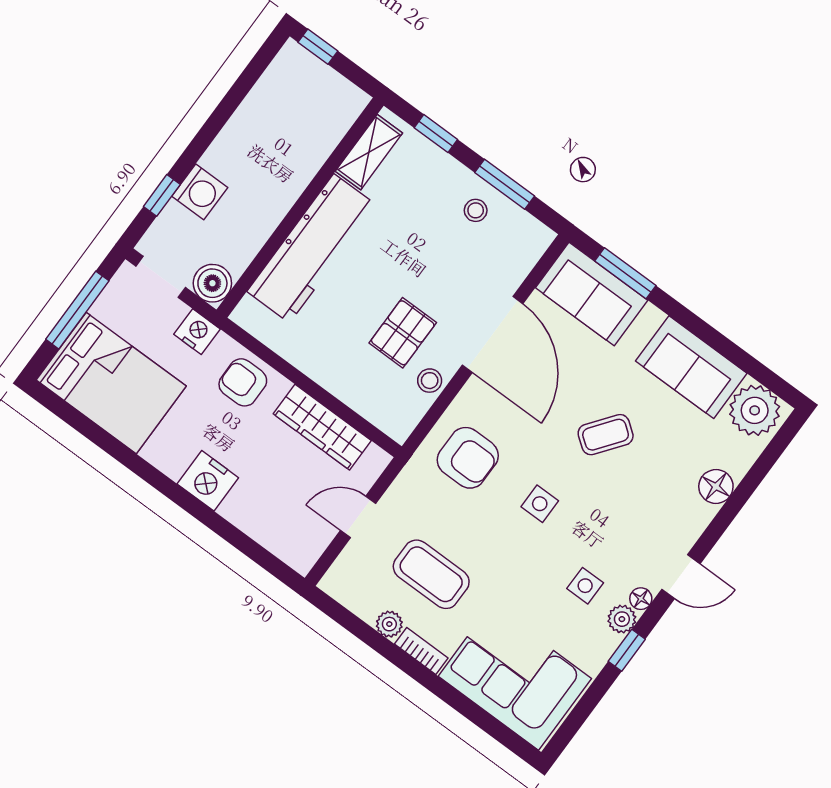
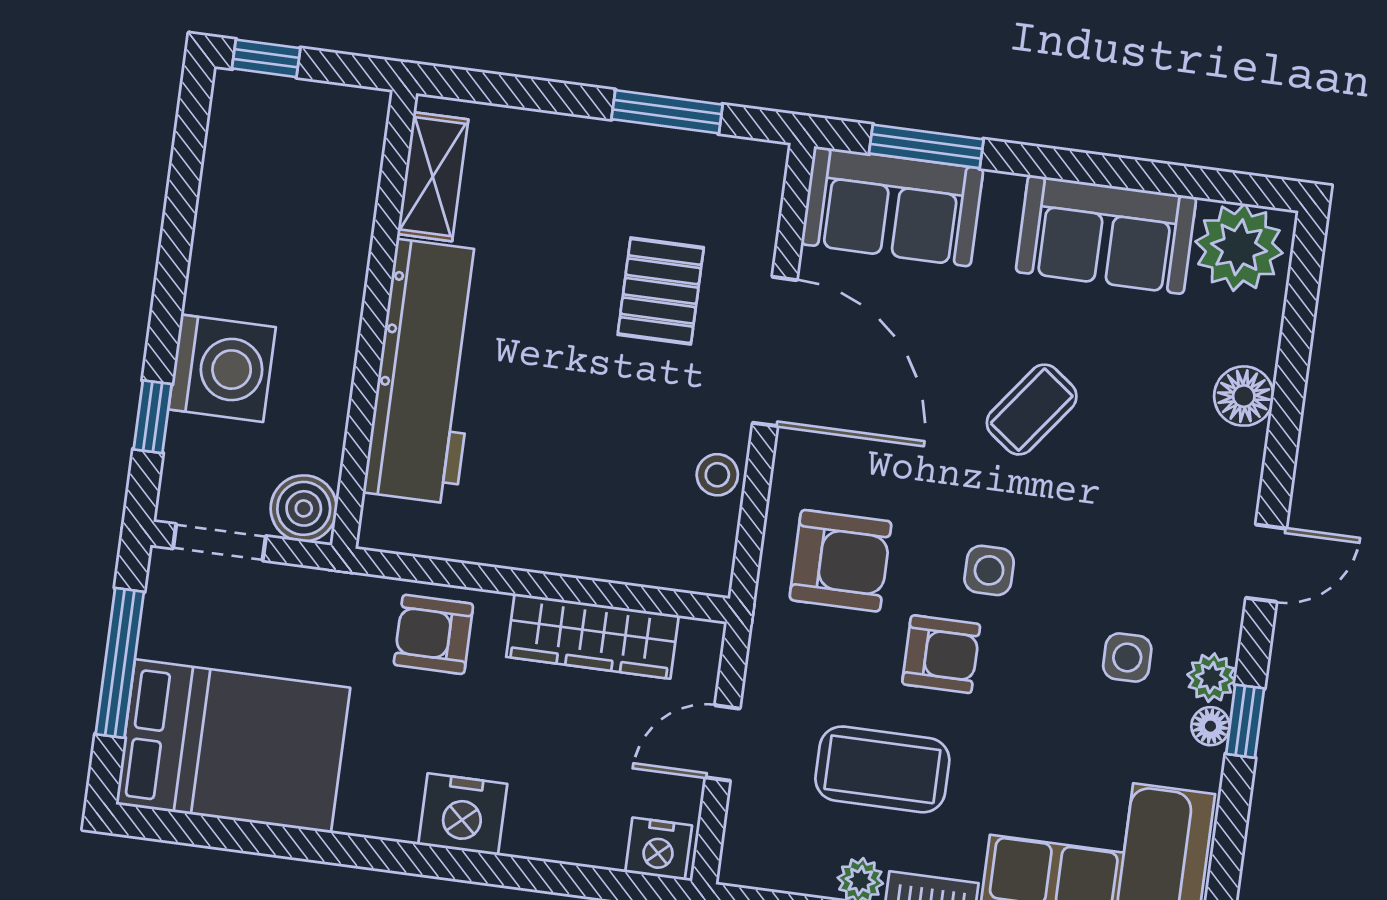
window: (436, 134) -> (519, 92), removed
washing machine: (200, 192) -> (222, 368), width x1.37, depth x1.37
stool: (476, 210) -> (645, 176), removed
nightstand: (197, 332) -> (659, 849), moved, turned 180
pallet: (403, 333) -> (661, 291), moved
armchair: (493, 533) -> (941, 654), added
floor lamp: (641, 599) -> (1210, 726), moved

